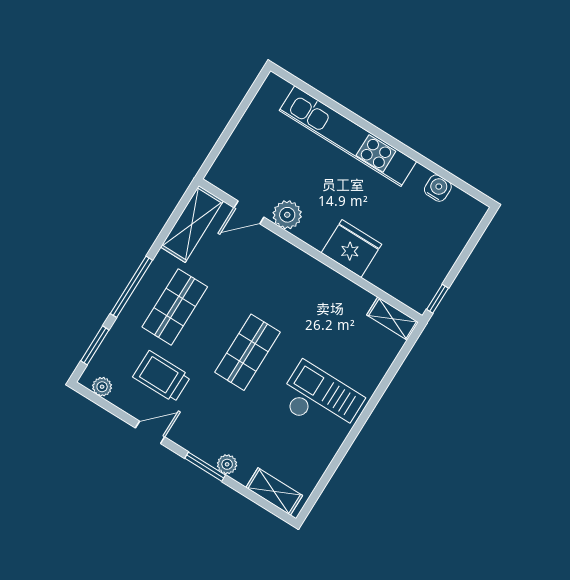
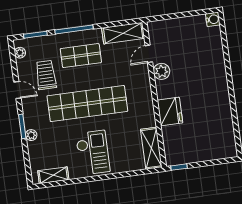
kitchen unit: (348, 136) -> (218, 69), removed
water cooler: (438, 188) -> (213, 19), moved
door: (249, 212) -> (149, 54), hinge flipped
shelving: (393, 319) -> (151, 148), width x1.50, depth x1.33
shop shelf: (247, 352) -> (87, 104), width x2.00, depth x1.36
shelving: (274, 491) -> (53, 175), moved, turned 90

